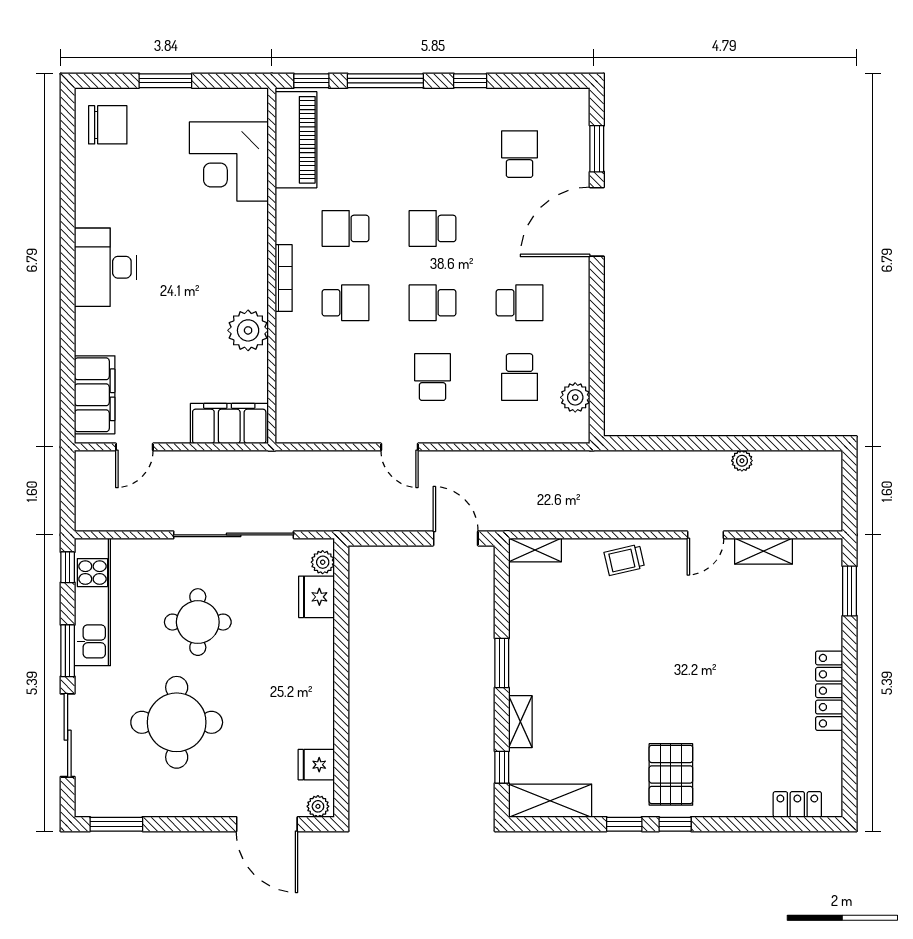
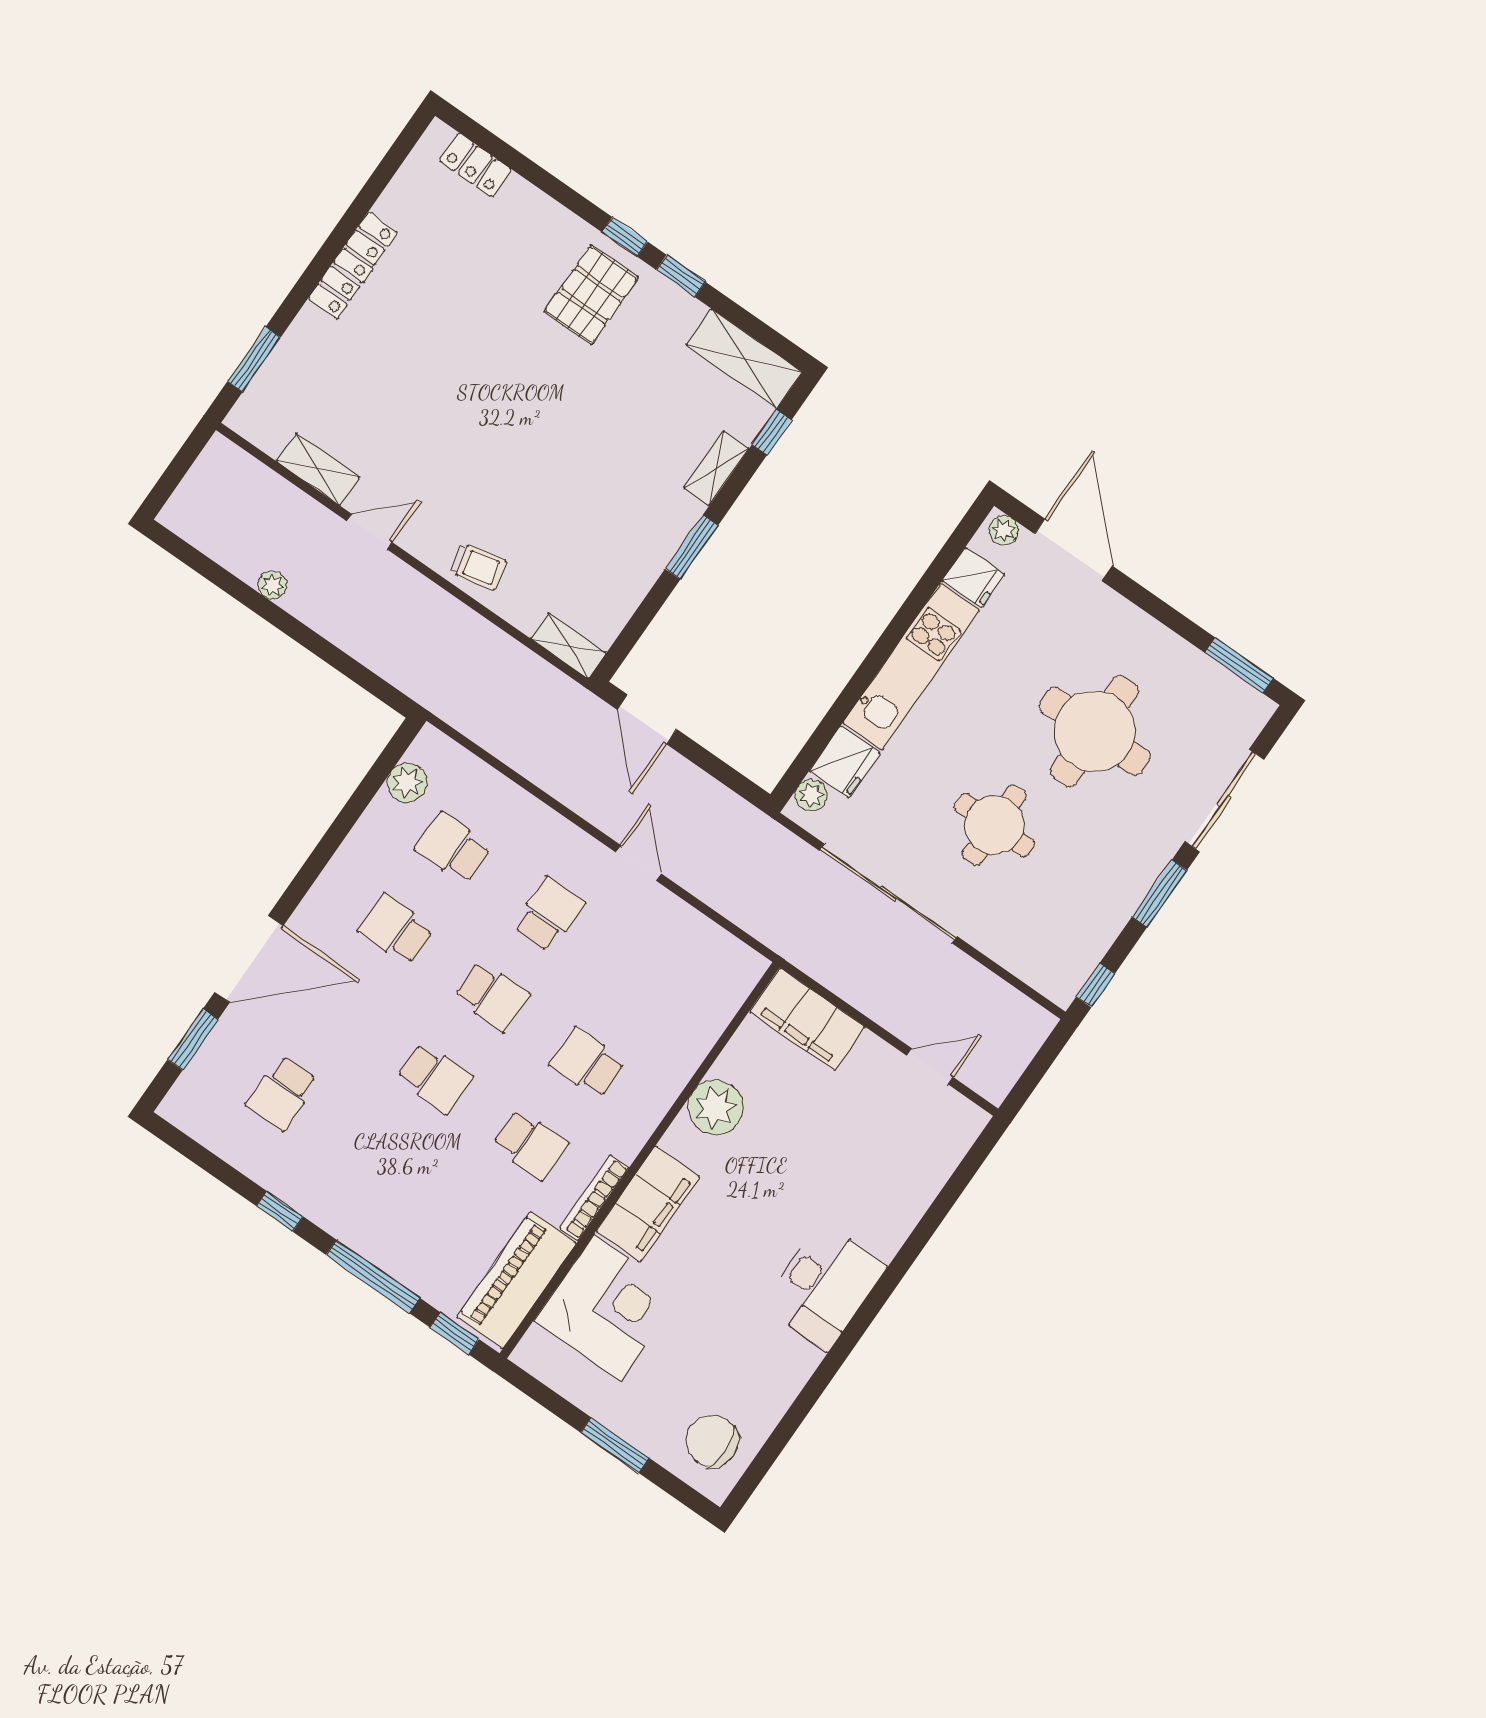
bookcase: (284, 278) -> (594, 1198), moved
school desk: (433, 377) -> (549, 914), turned 180
school desk: (520, 377) -> (453, 848), turned -90
filing cabinet: (95, 395) -> (648, 1204), moved, turned 180
kitchen unit: (92, 602) -> (911, 667), moved, turned 180

